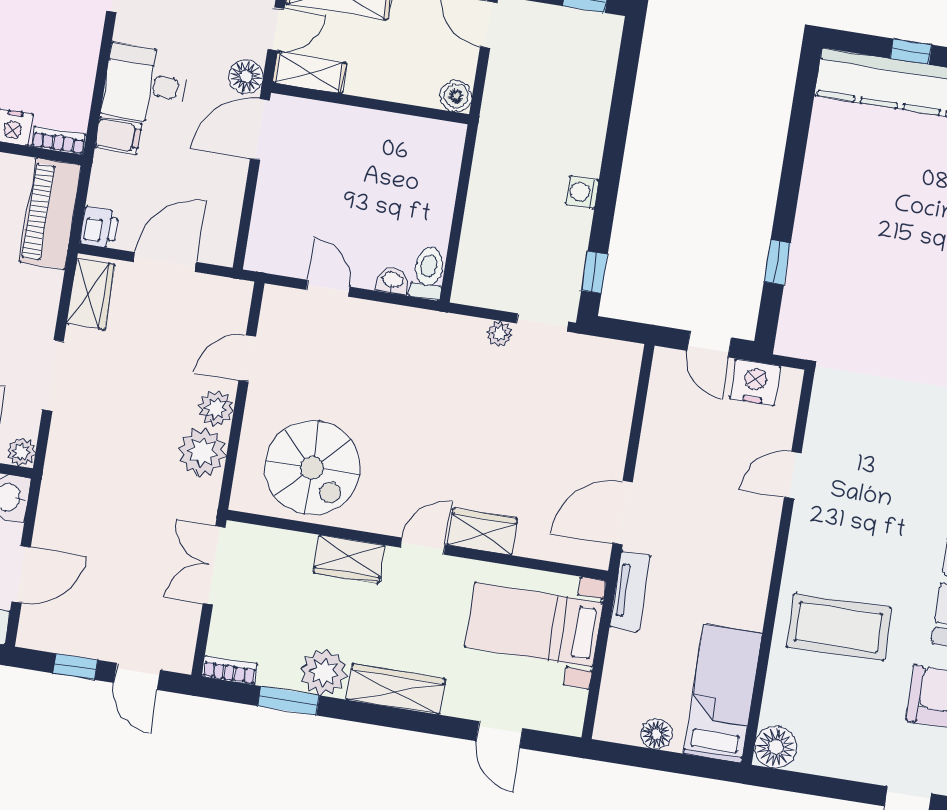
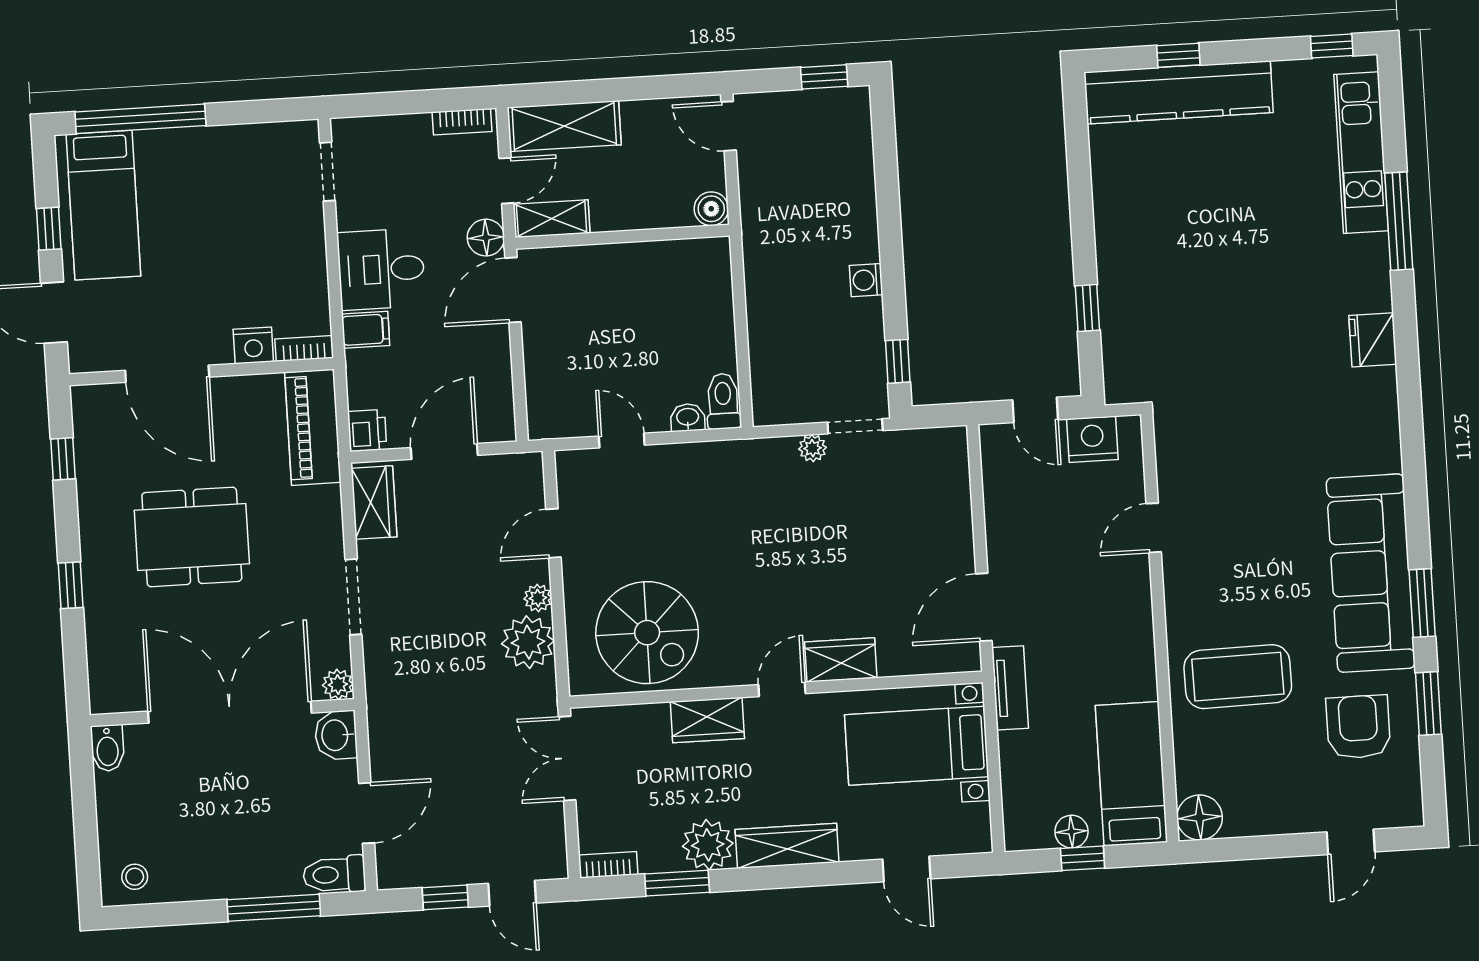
plant: (216, 408) -> (538, 598), width x0.73, depth x0.73
window: (661, 760) -> (1083, 858), added

